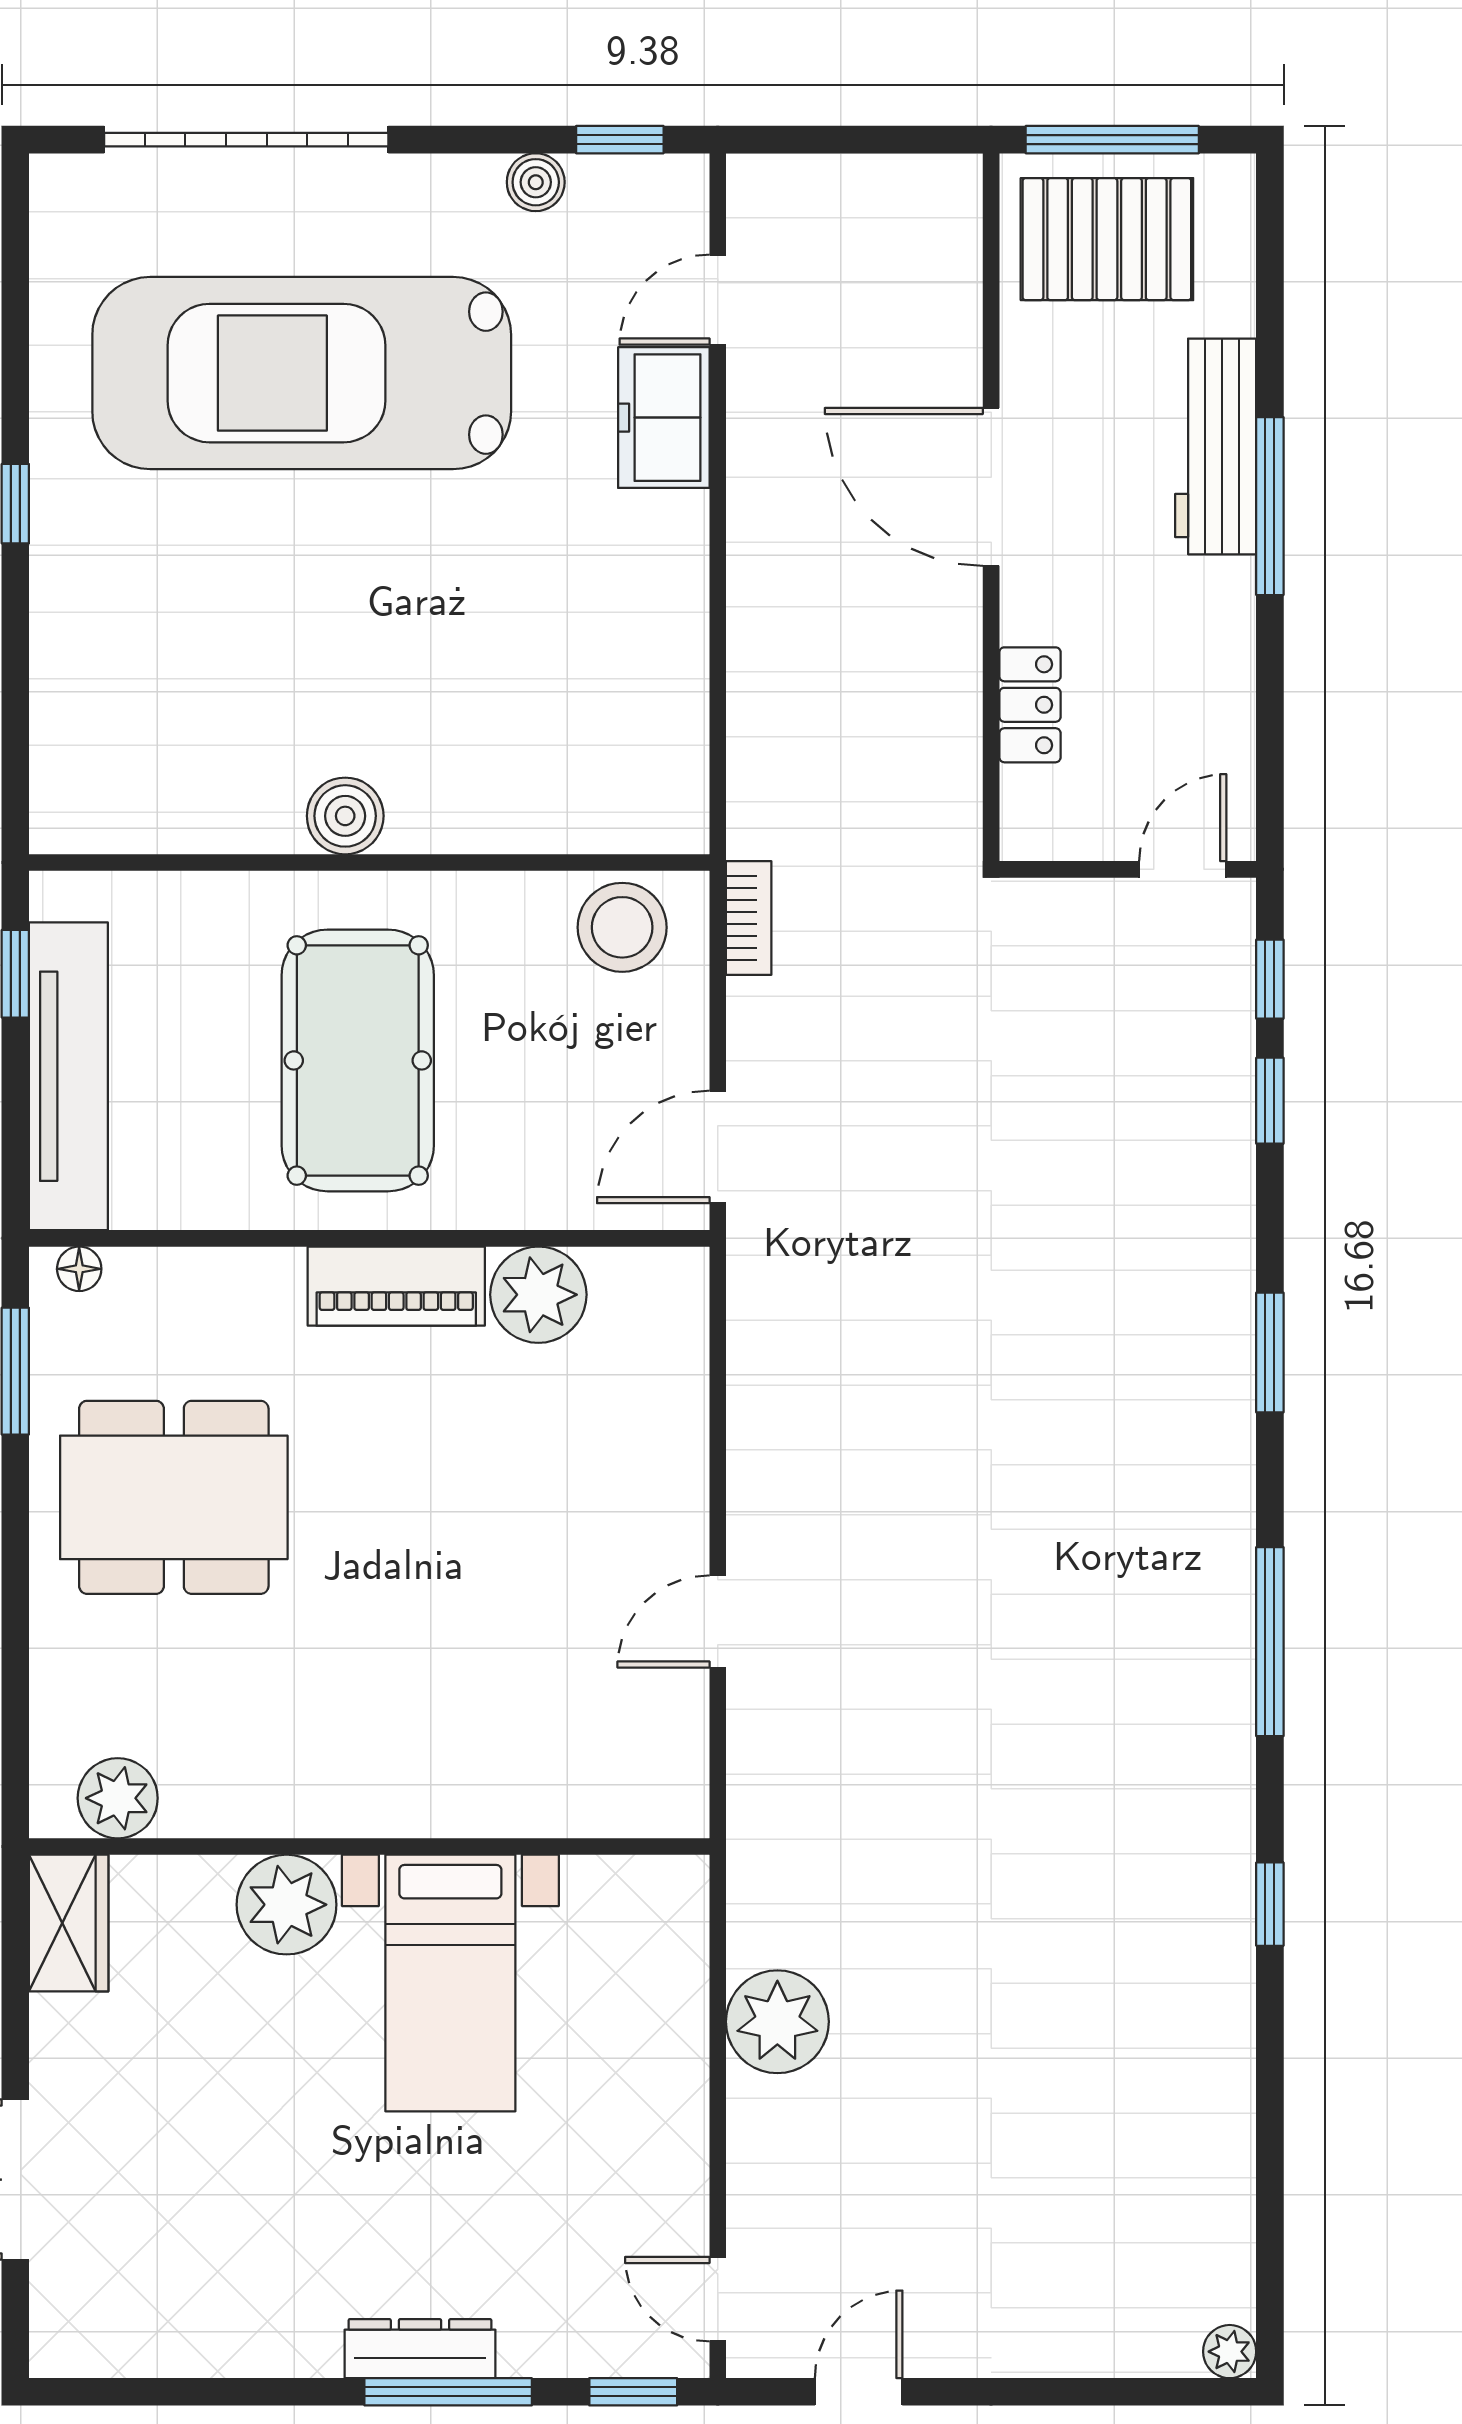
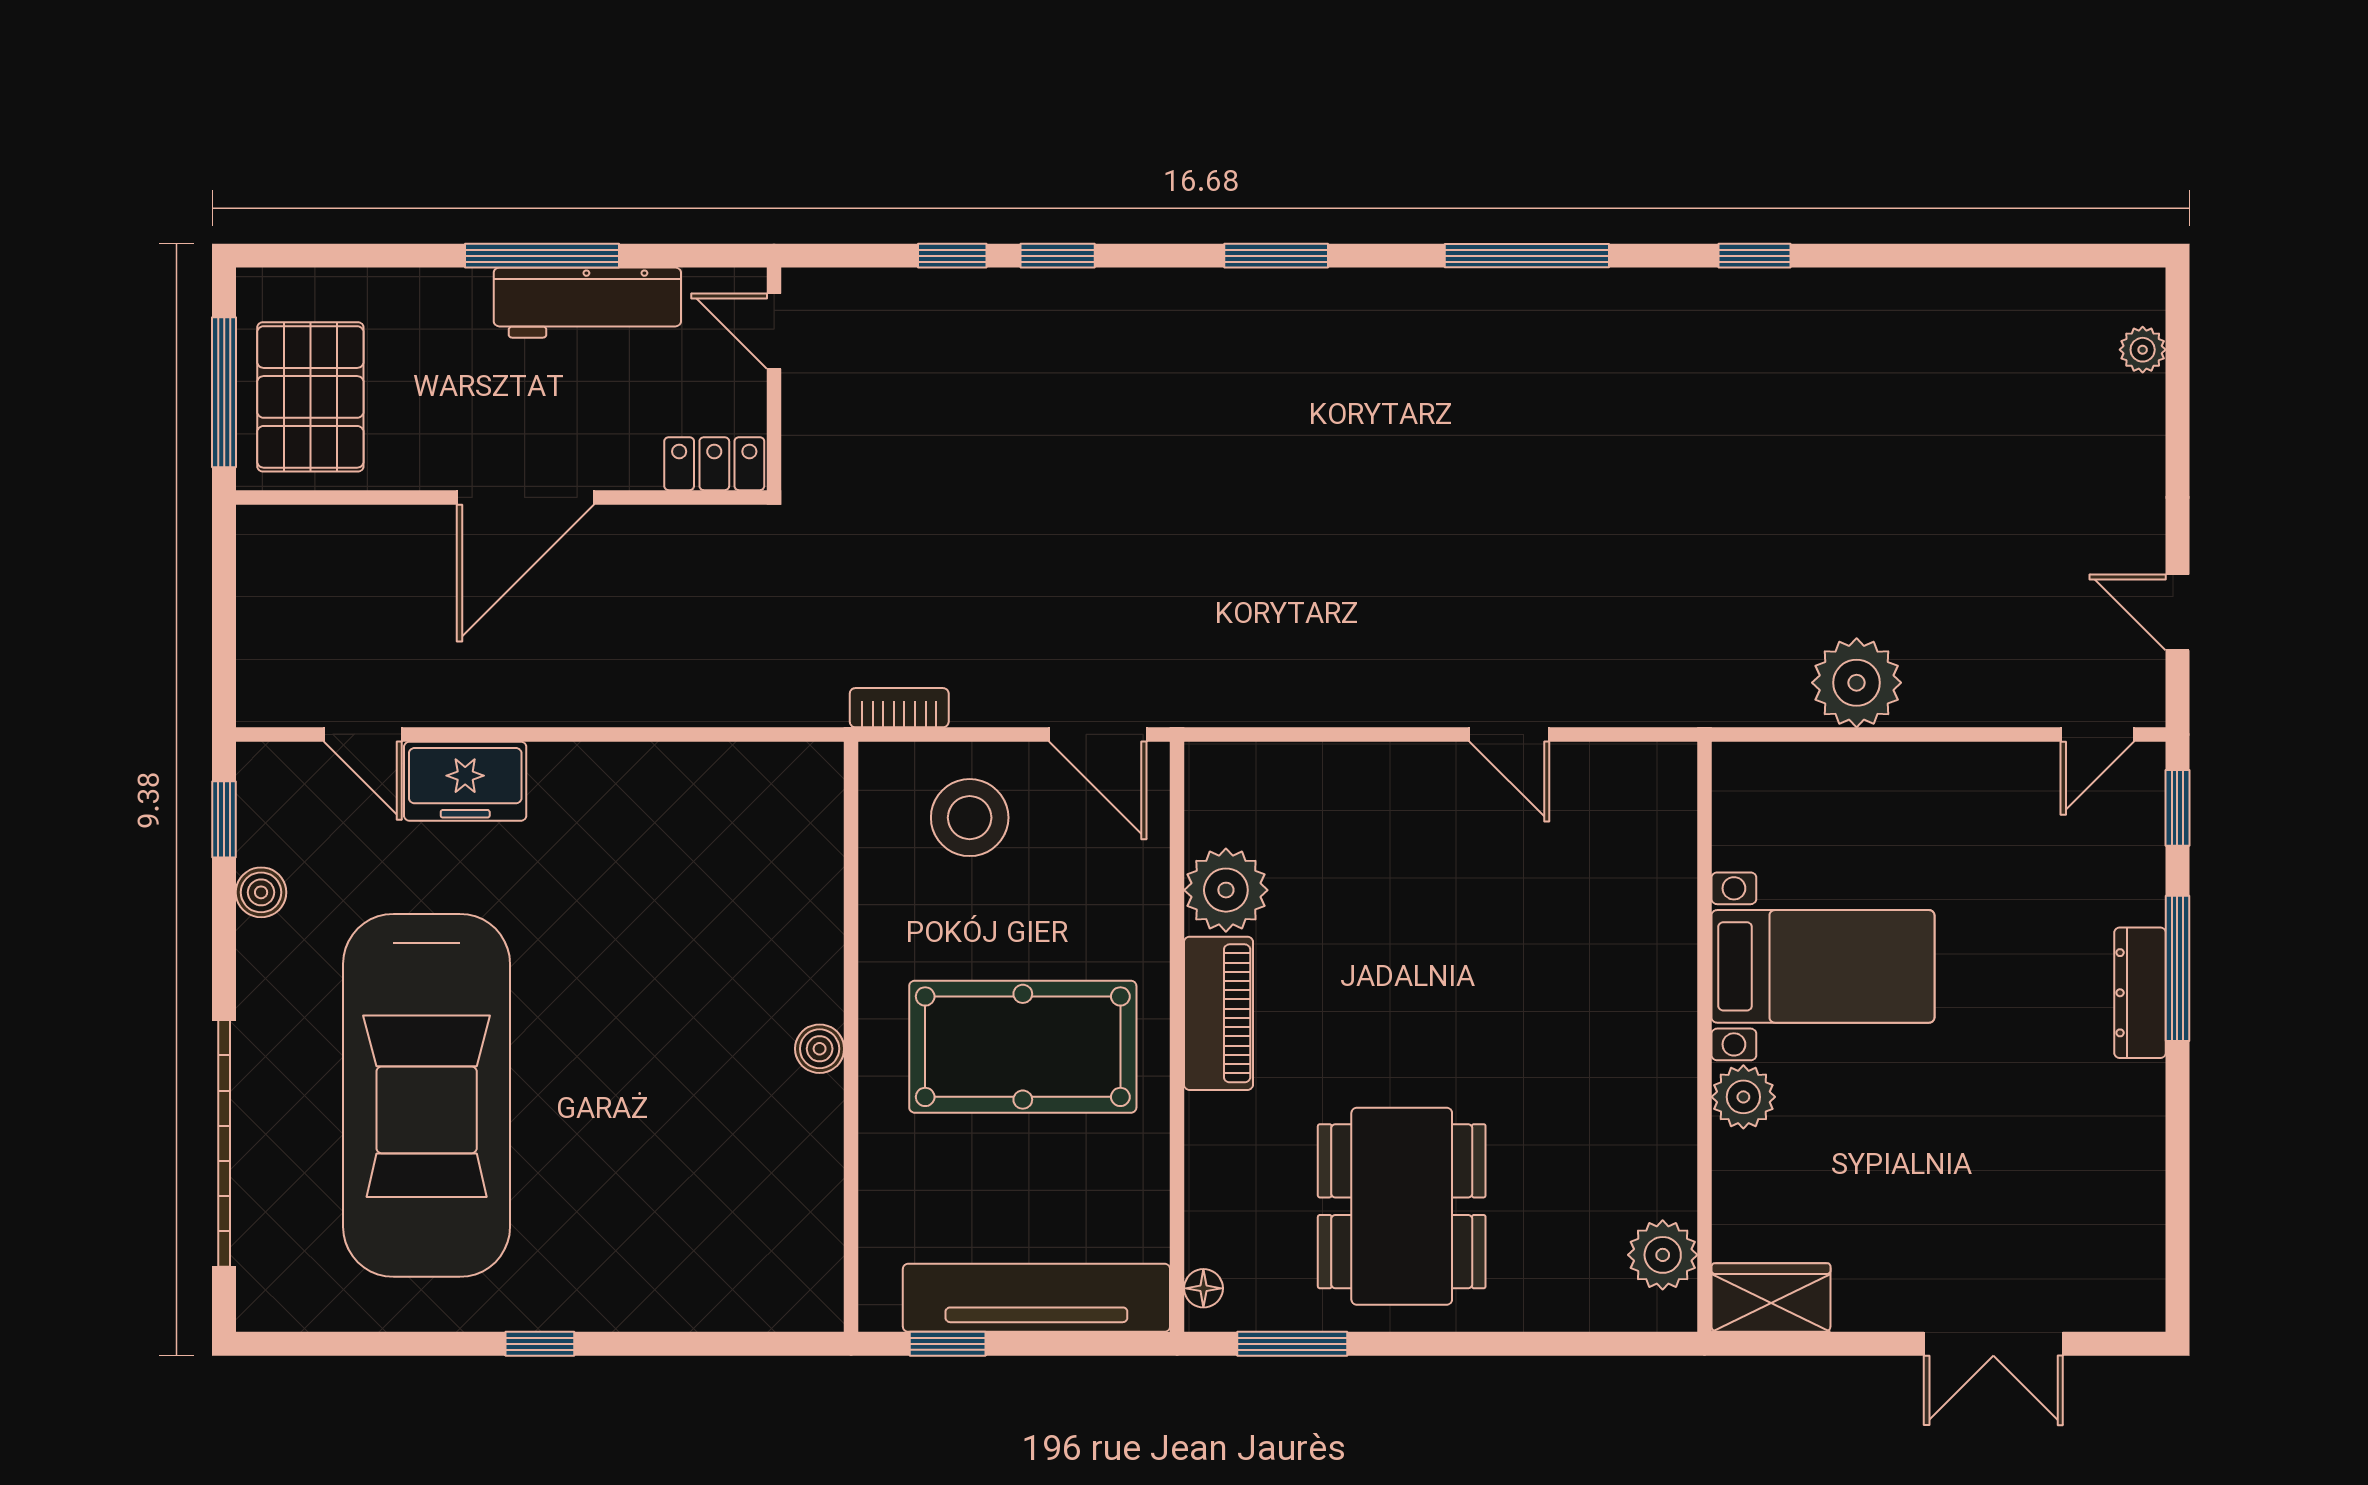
workbench: (1216, 446) -> (587, 303), moved
boiler: (345, 816) -> (820, 1049), width x0.73, depth x0.73
wall: (1128, 869) -> (774, 379), moved
door: (1183, 869) -> (774, 331), moved
stool: (622, 927) -> (970, 818), moved
plant: (287, 1905) -> (1743, 1097), width x0.73, depth x0.73
plant: (1230, 2352) -> (2143, 350), moved

